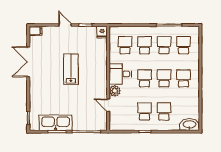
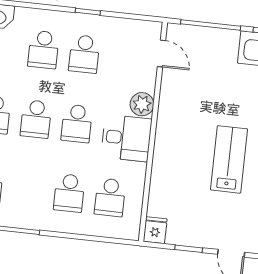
school desk: (164, 45) -> (28, 189), removed
lab bench: (71, 69) -> (229, 159), turned 180
door: (108, 105) -> (161, 54), moved

